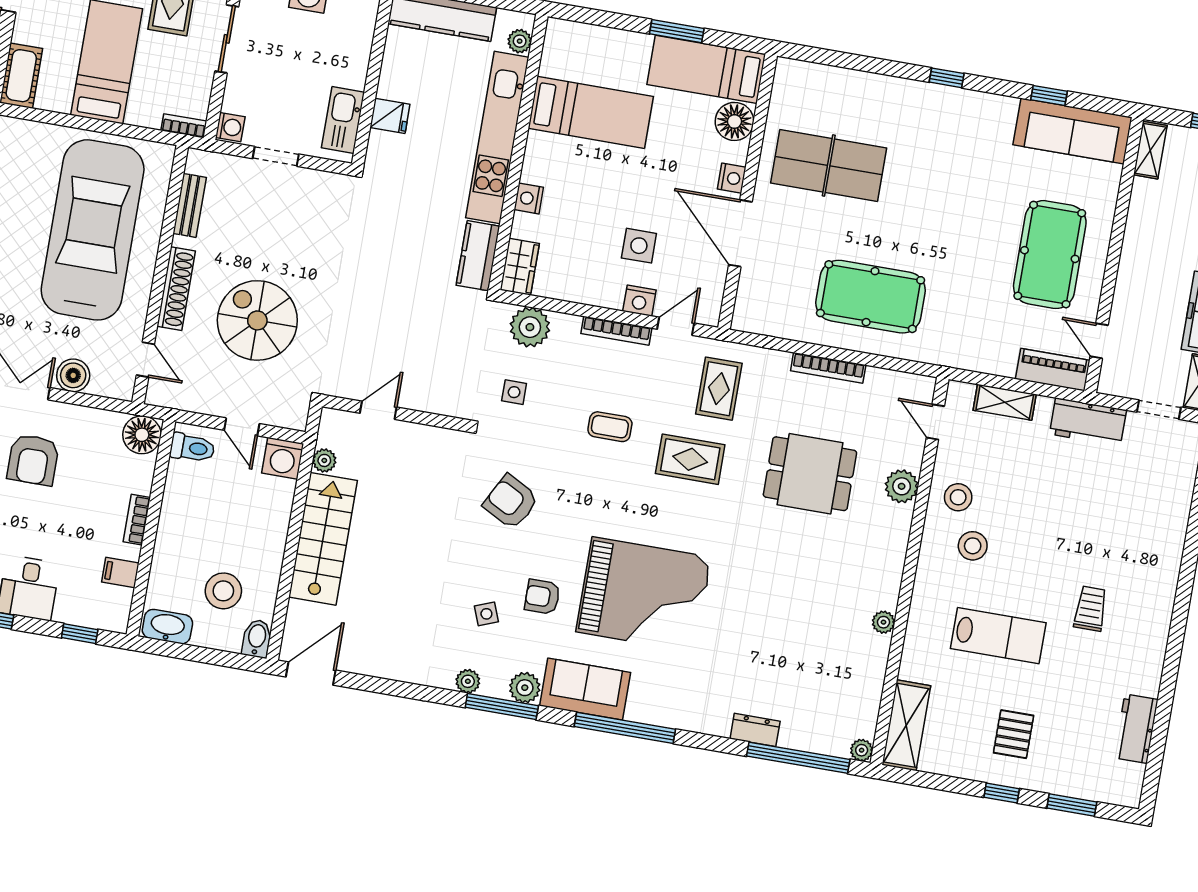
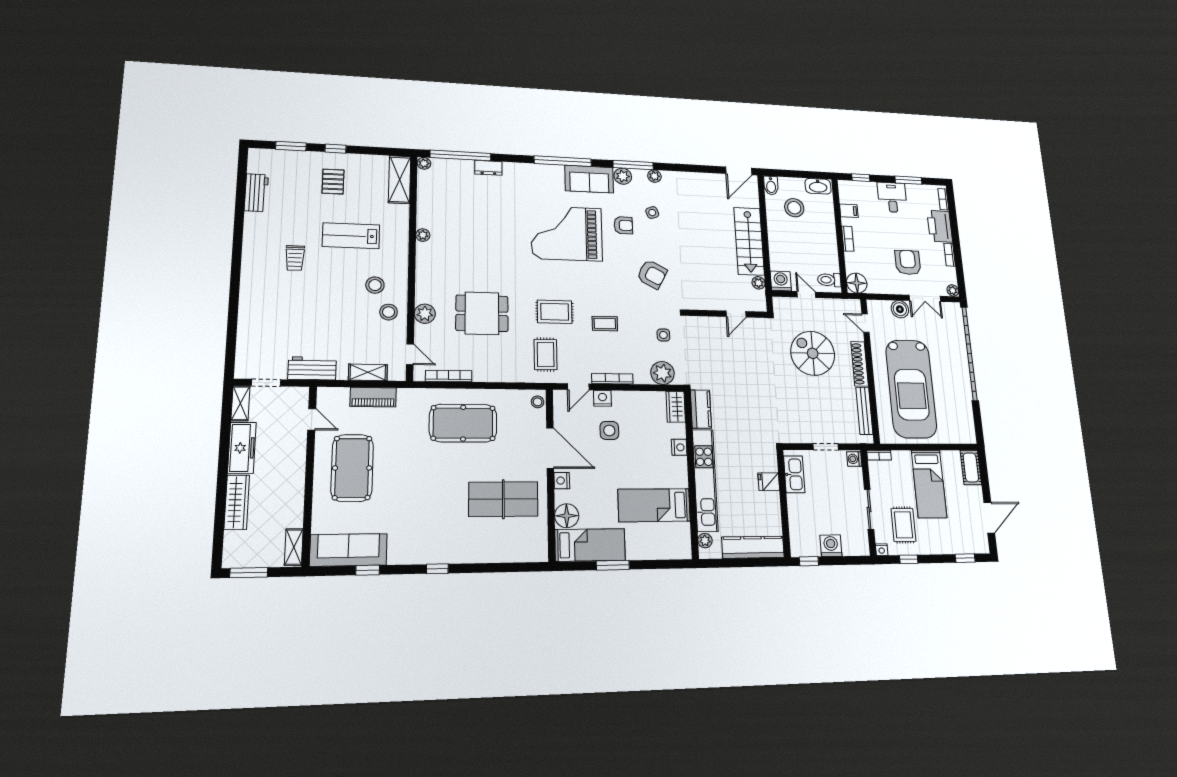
bench: (190, 205) -> (864, 411), width x1.36
stool: (747, 312) -> (538, 402), added
spiral stairs: (257, 320) -> (813, 353), turned 180
bookcase: (828, 368) -> (449, 376), moved
piano: (1053, 370) -> (373, 397), moved

